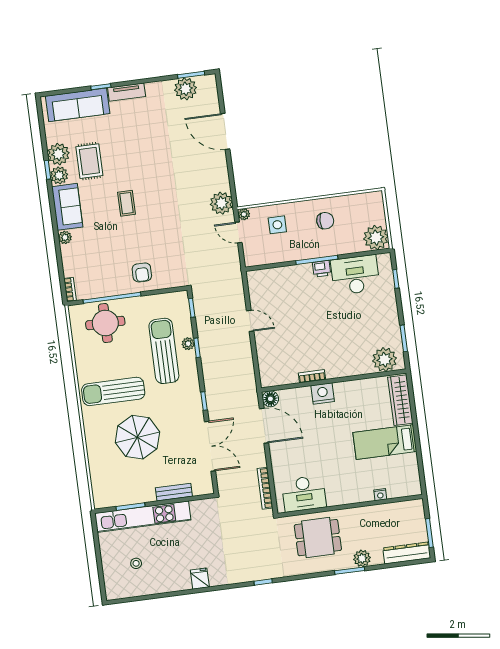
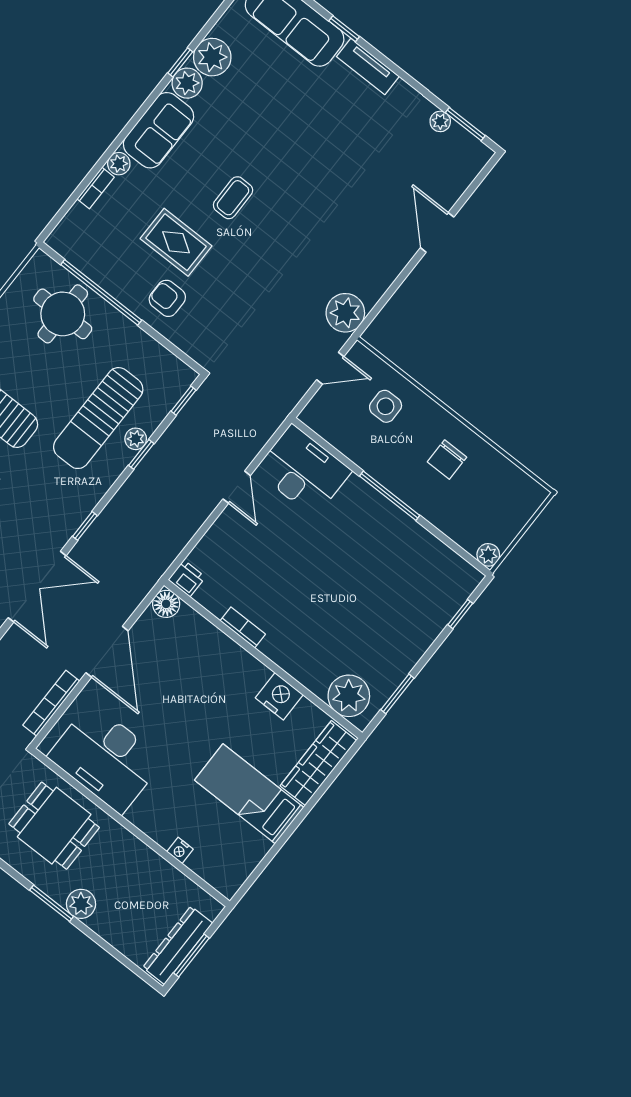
plant: (186, 89) -> (440, 121), width x0.53, depth x0.53
door: (225, 131) -> (437, 232), width x0.73
rug: (89, 161) -> (176, 242), moved, turned 90
plant: (244, 214) -> (359, 353), removed
chair: (325, 221) -> (447, 460), turned 90
door: (239, 232) -> (330, 368), swing flipped
plant: (376, 238) -> (488, 555), width x0.53, depth x0.53
printer: (322, 269) -> (187, 578), moved, turned 180
armchair: (142, 272) -> (167, 298), turned 90
desk: (355, 275) -> (303, 471), moved
bookcase: (70, 289) -> (96, 188), moved
sun lounger: (164, 351) -> (98, 418), turned 180
nightstand: (323, 394) -> (279, 696), moved
door: (264, 426) -> (107, 652), moved
desk: (304, 494) -> (106, 758), width x1.36, depth x1.30
dresser: (407, 553) -> (178, 945), moved, turned -90

